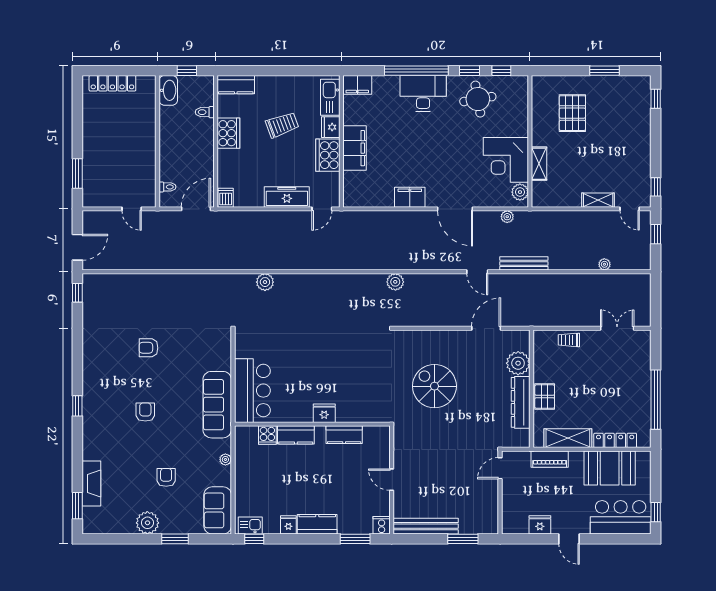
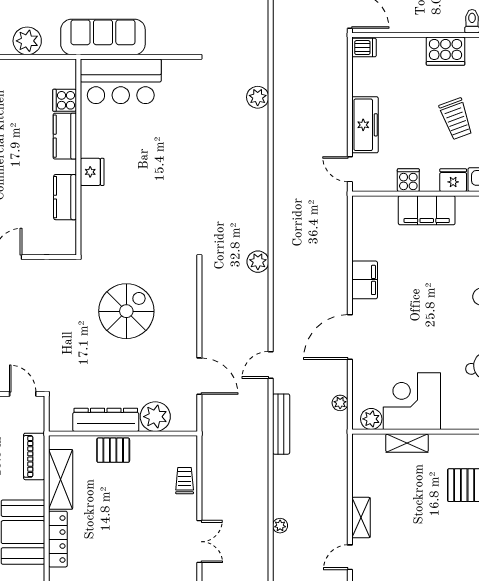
cooker: (328, 155) -> (408, 180), width x0.53, depth x0.76
plant: (225, 459) -> (27, 41), width x1.87, depth x1.87

